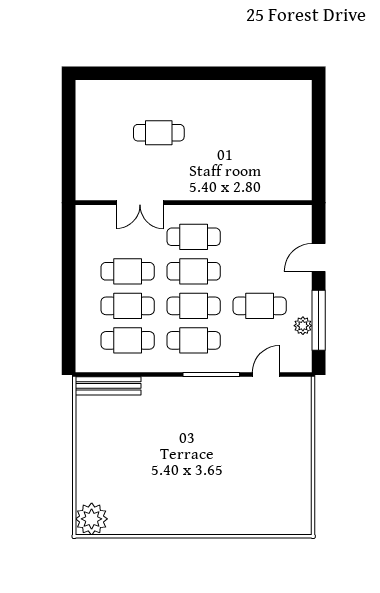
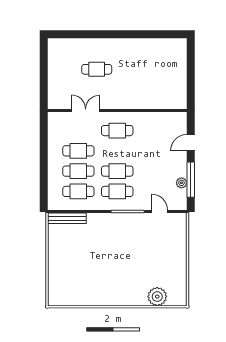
double door: (140, 203) -> (86, 110), swing flipped
cafe table: (194, 271) -> (117, 151), removed
cafe table: (260, 306) -> (156, 171), removed
door: (266, 375) -> (160, 212), hinge flipped
plant: (92, 519) -> (157, 297), moved

